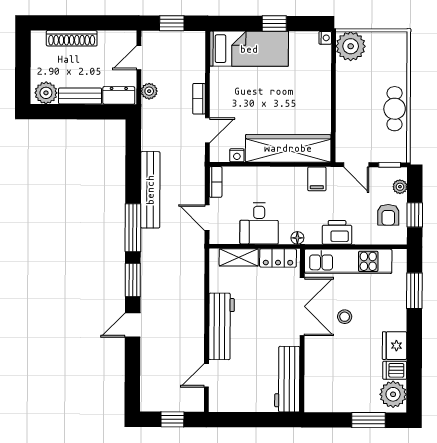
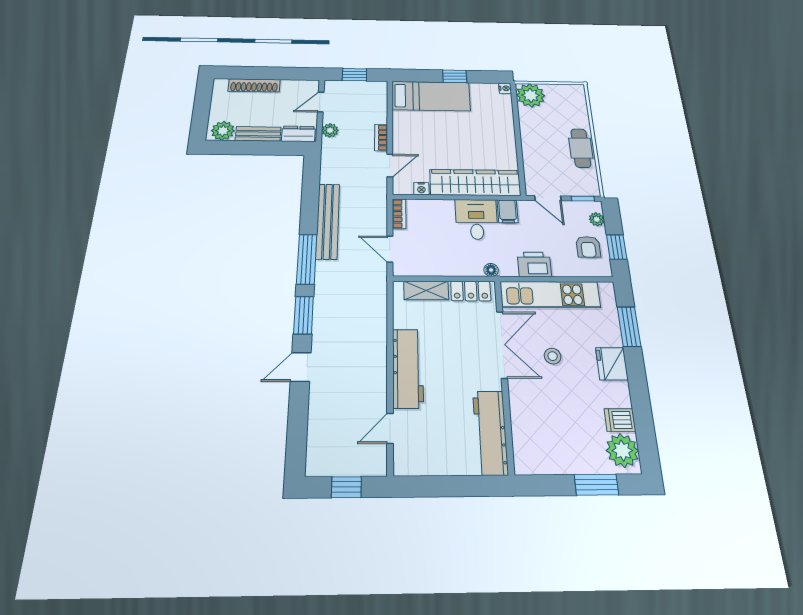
desk: (259, 223) -> (476, 219), moved, turned 180
fridge: (395, 346) -> (612, 364), moved

